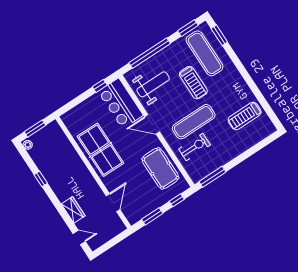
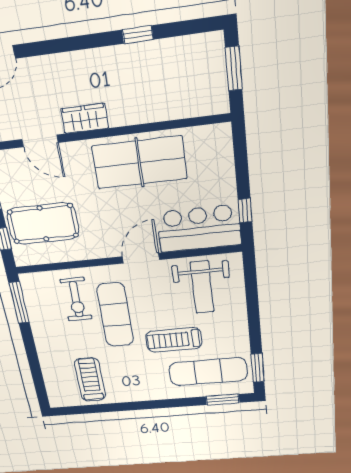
window: (150, 53) -> (252, 304), removed
plant: (28, 145) -> (212, 41), removed
pool table: (160, 168) -> (43, 224), moved
wardrobe: (73, 210) -> (85, 118), moved, turned 180

